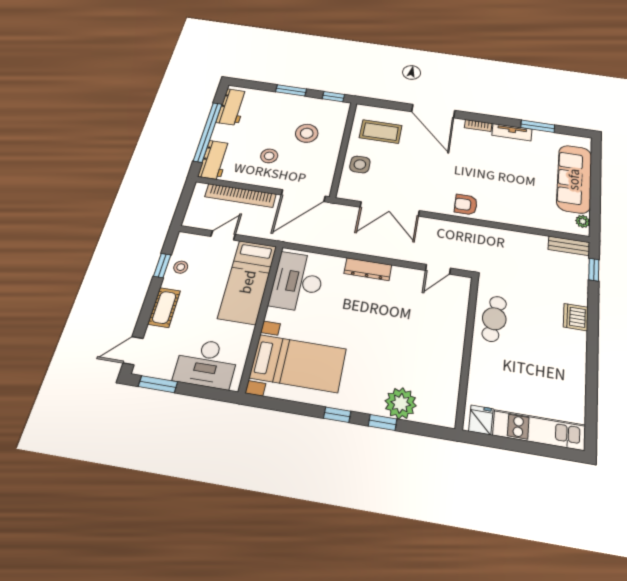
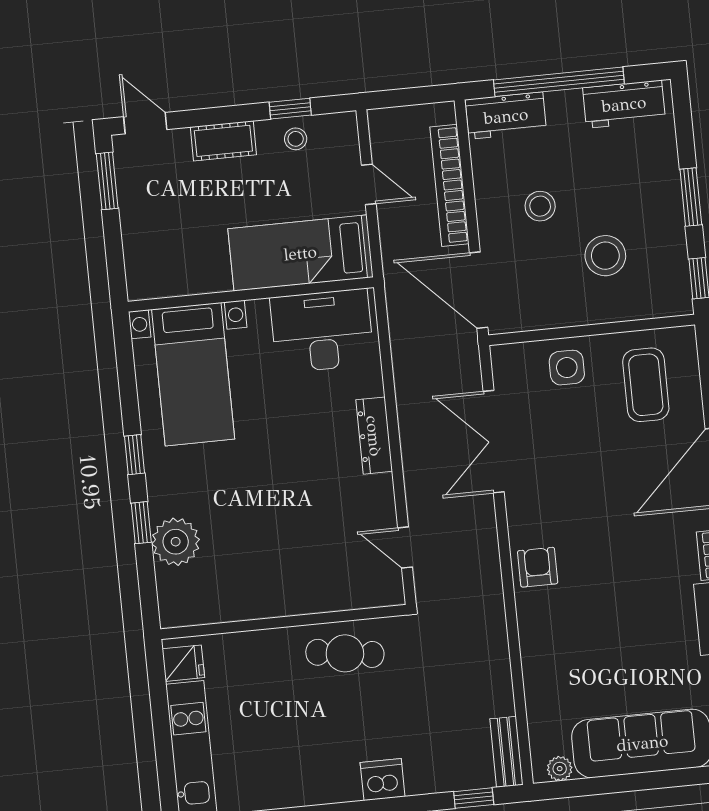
desk: (206, 363) -> (156, 239), removed

